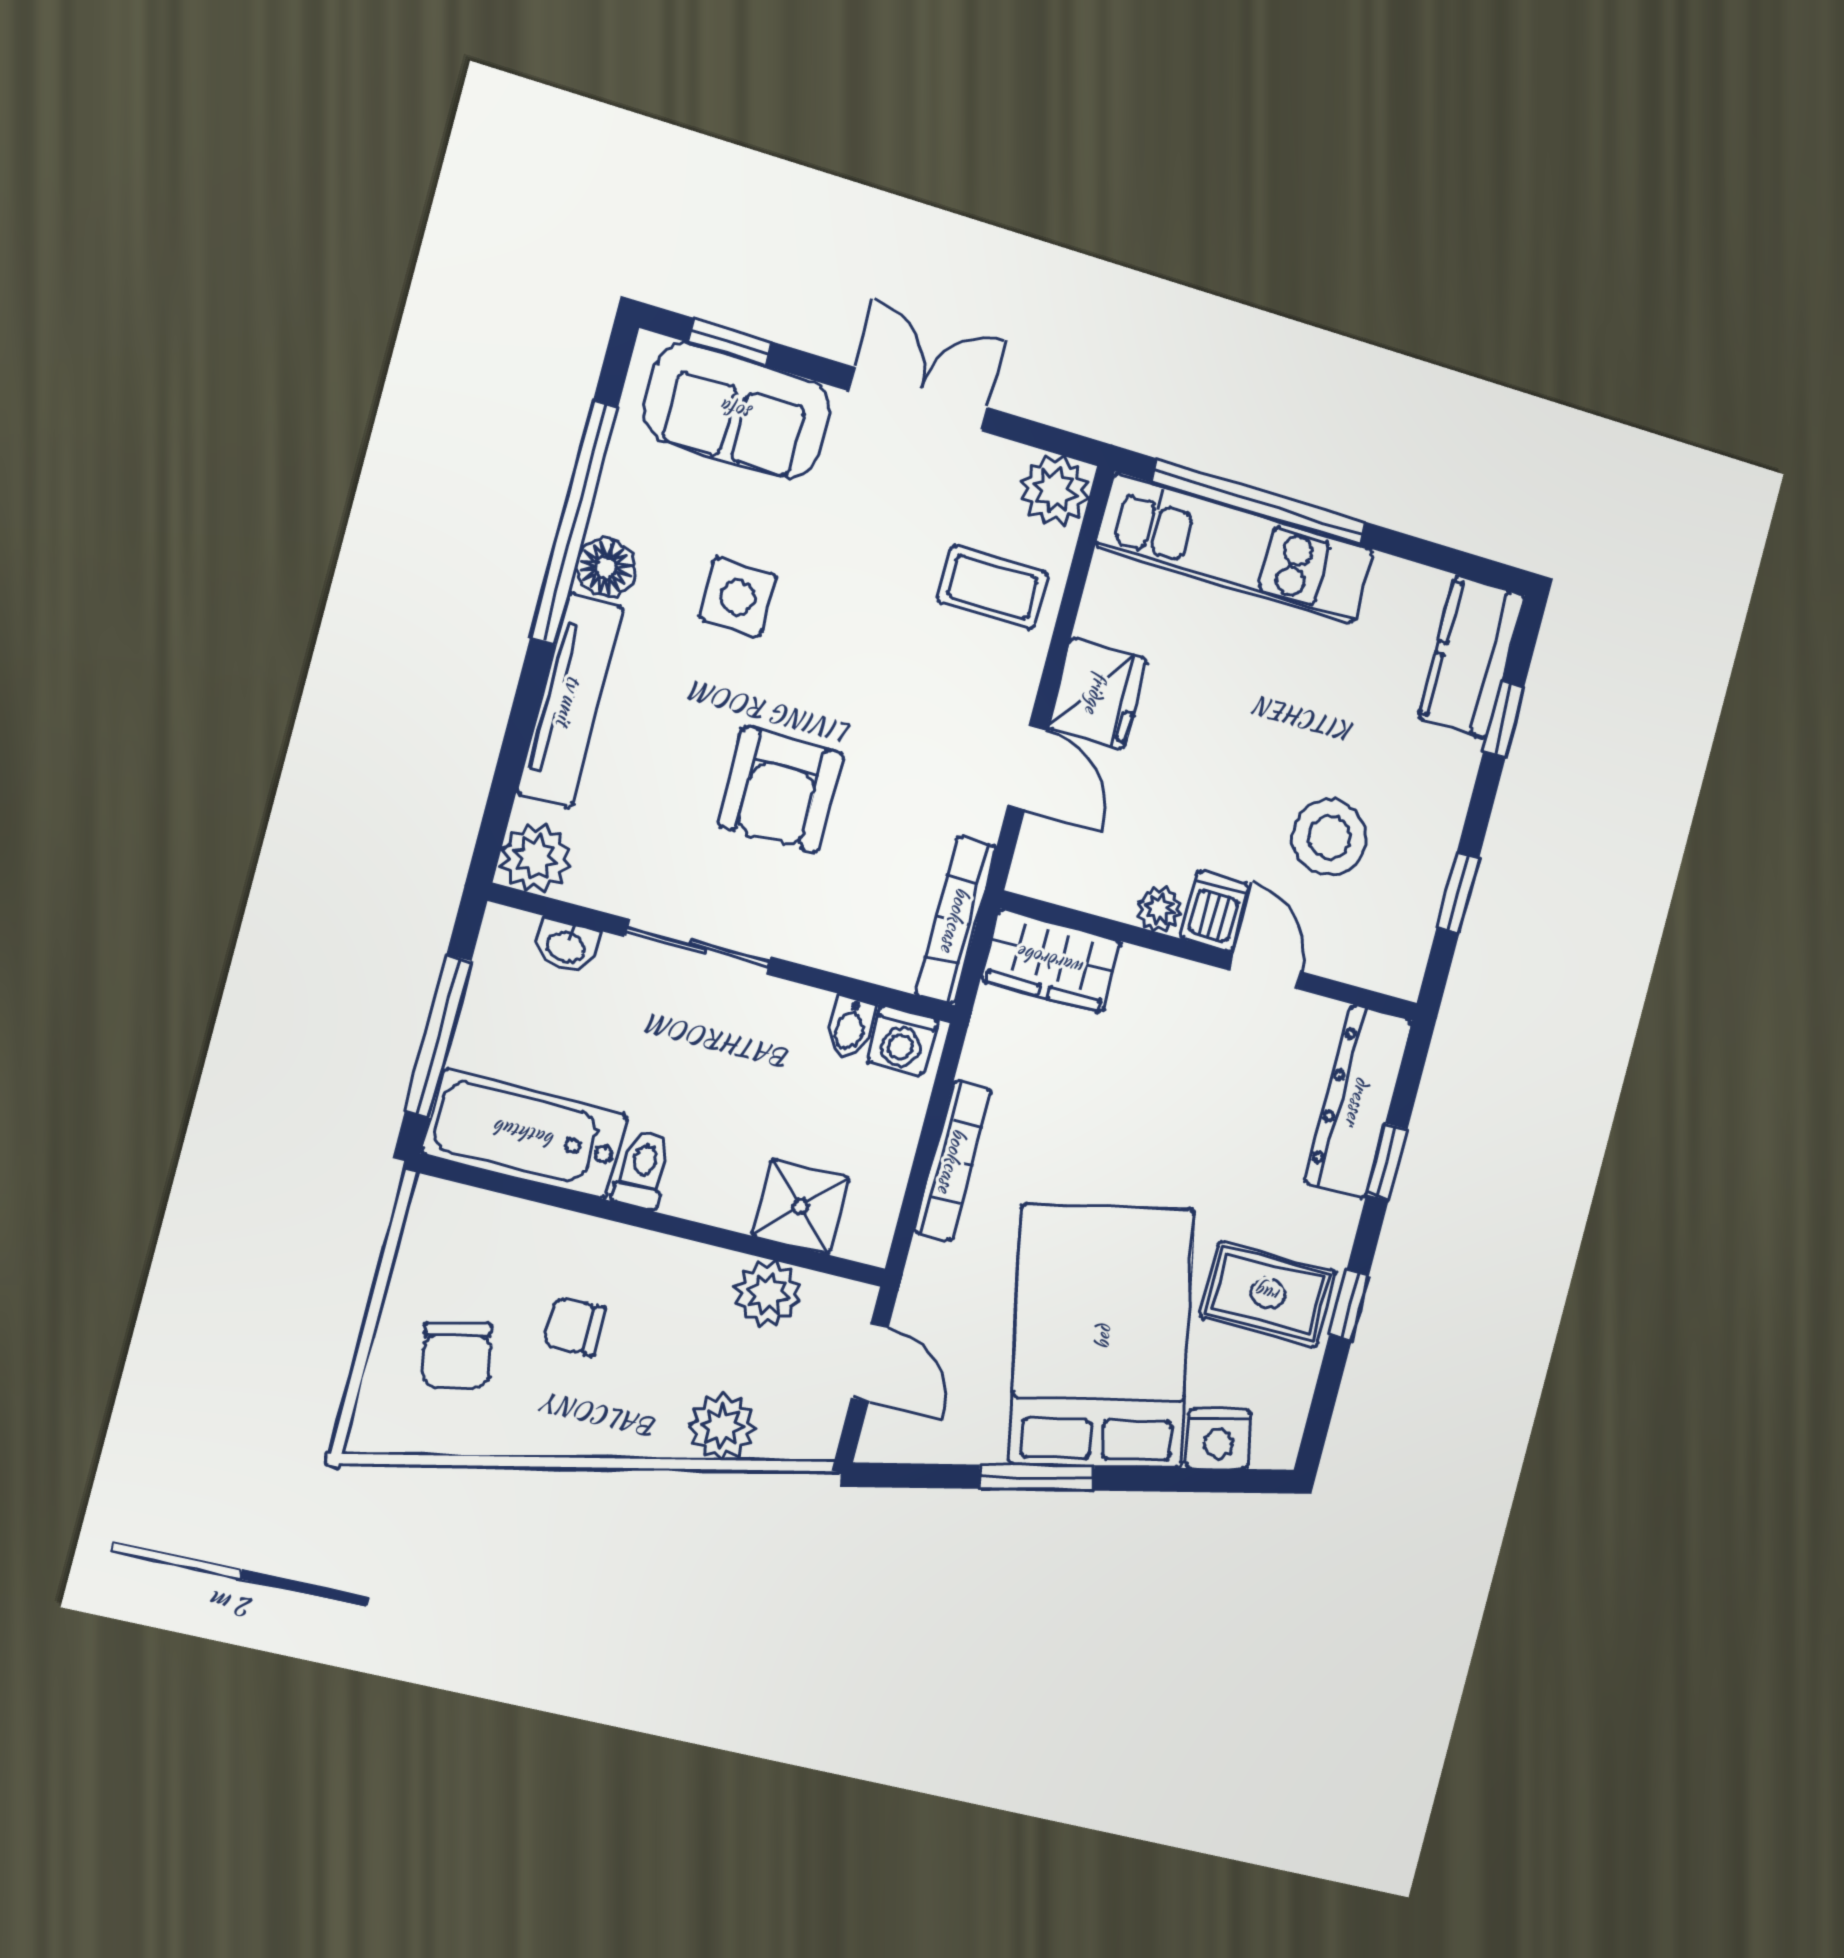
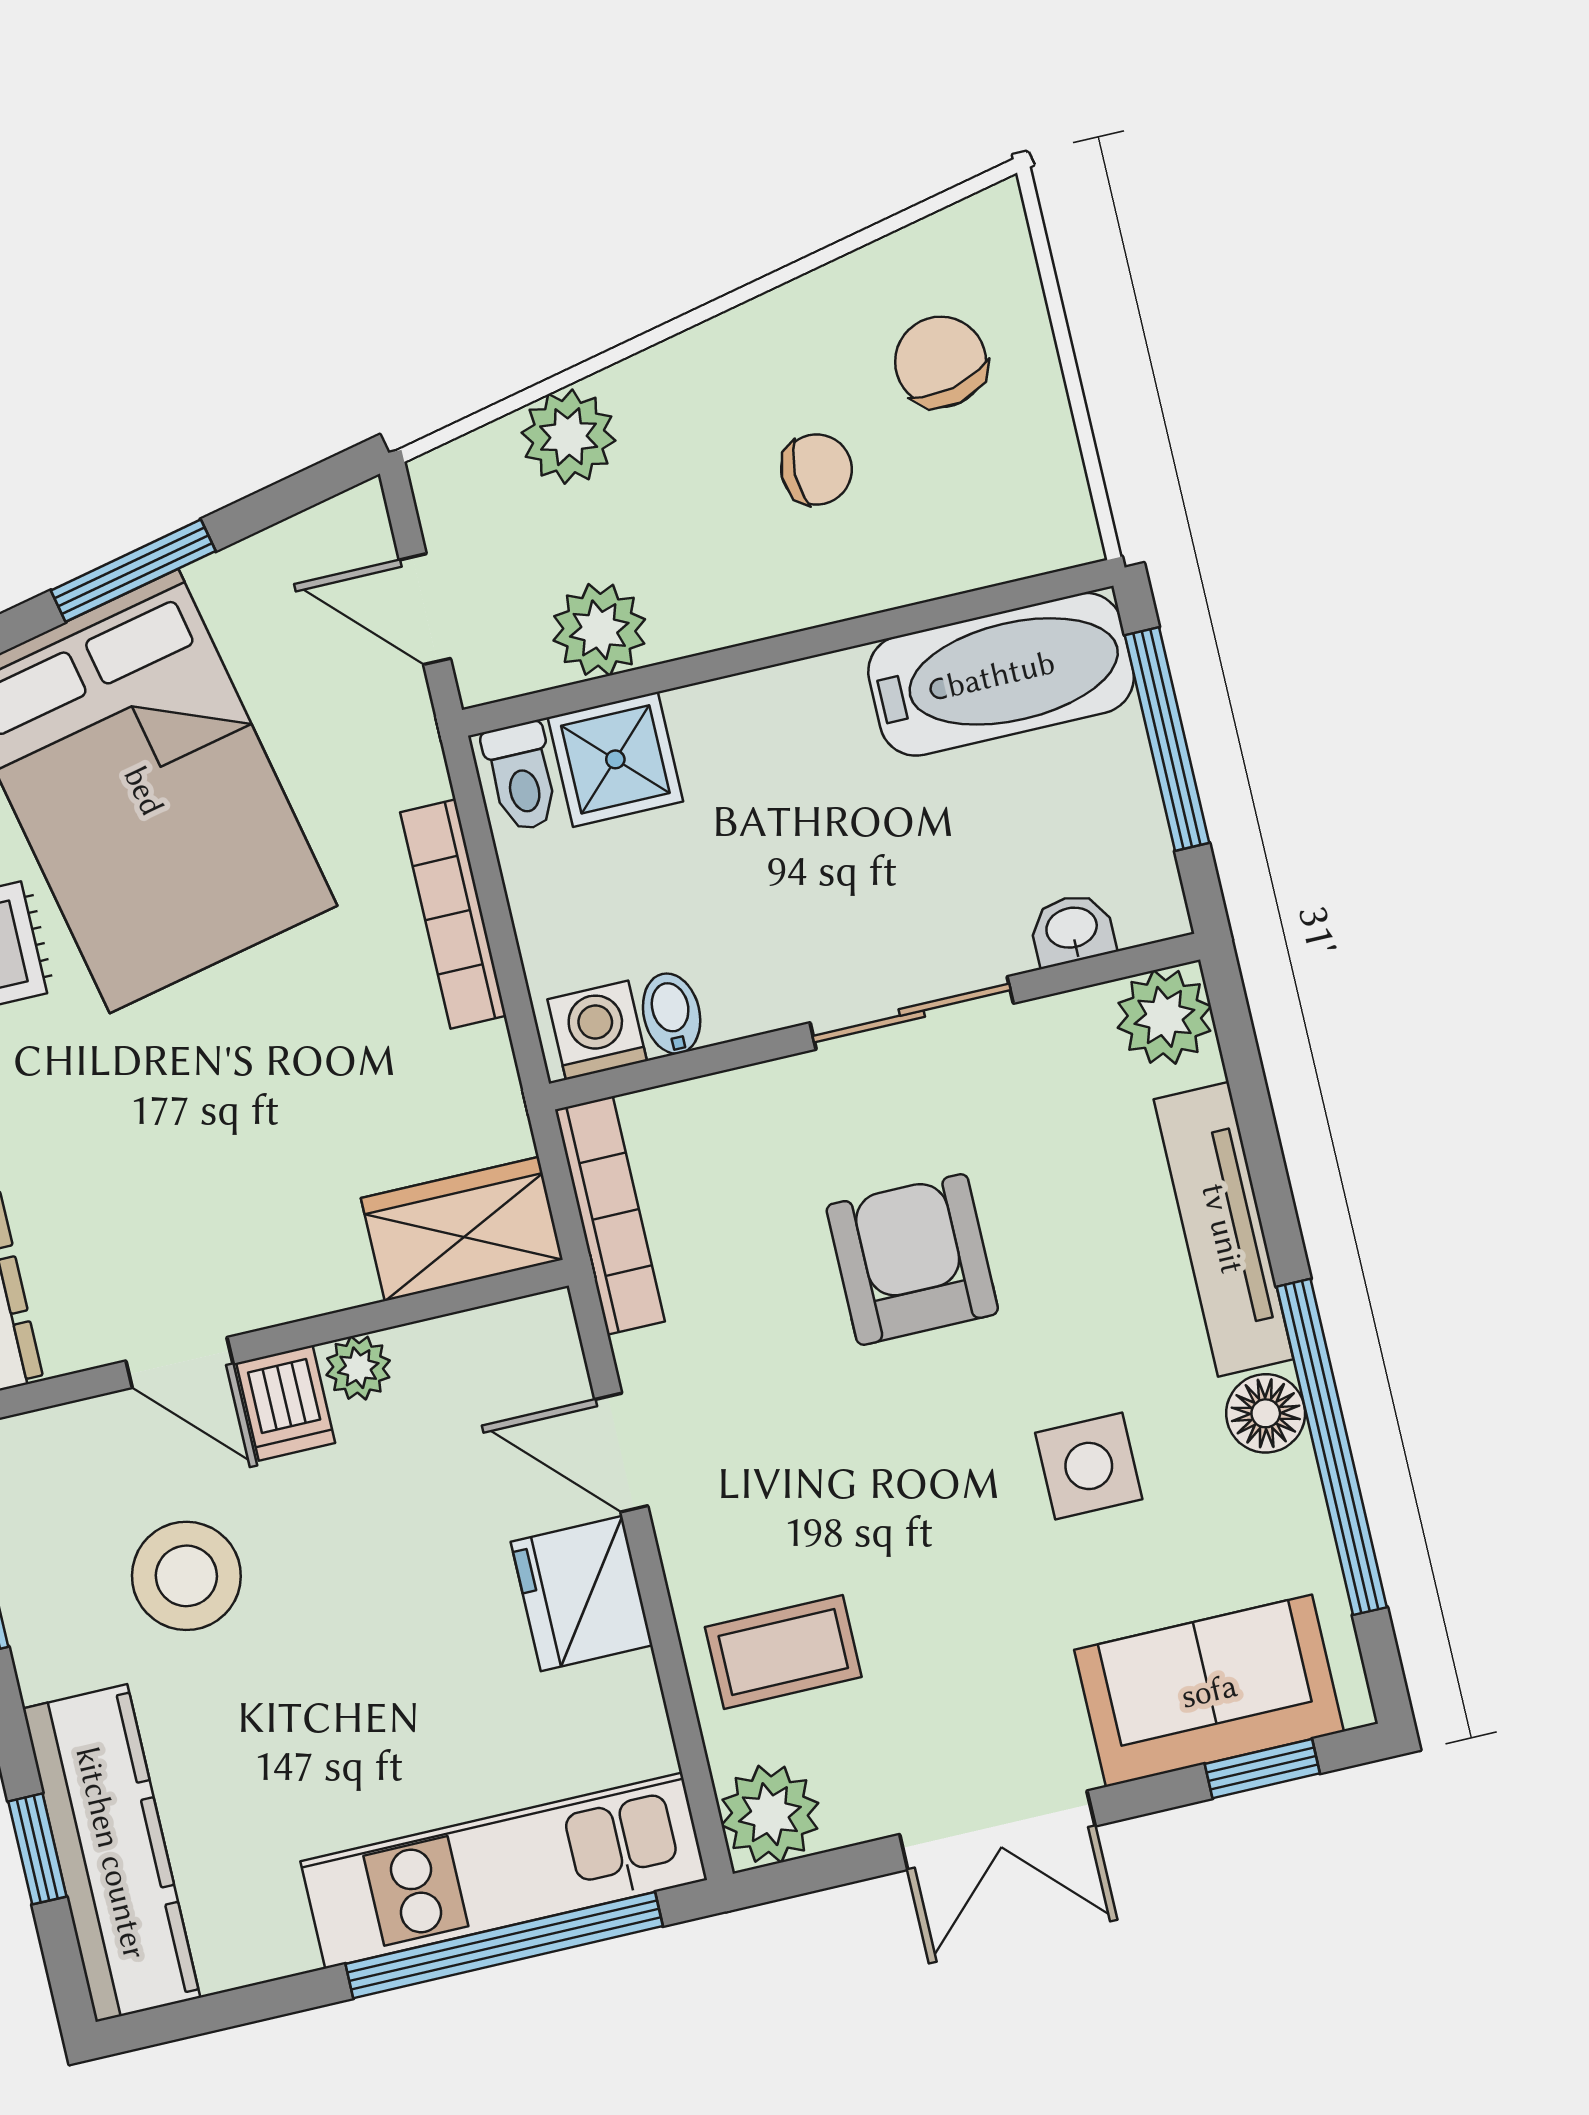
kitchen counter: (1471, 657) -> (111, 1853), width x1.50
toilet: (642, 1170) -> (521, 777), moved

